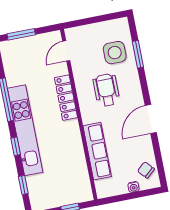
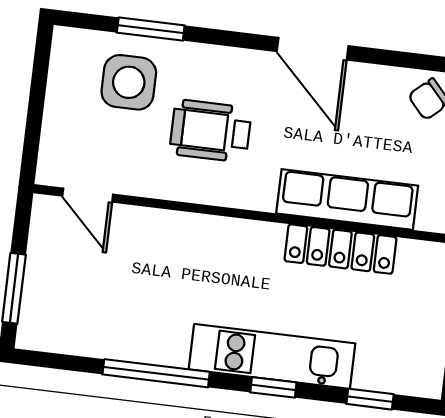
locker: (66, 98) -> (340, 249), moved
kitchen unit: (25, 130) -> (272, 356), width x0.73

